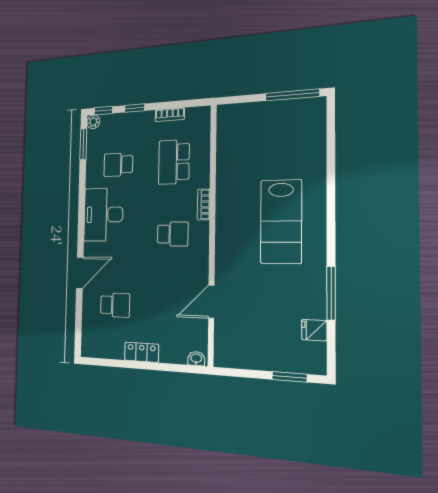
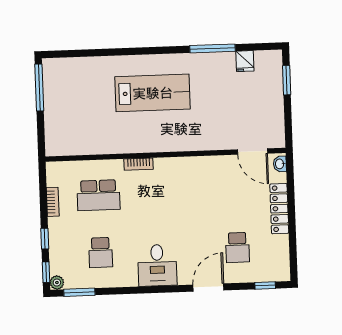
desk: (103, 215) -> (157, 265), width x0.73
school desk: (173, 234) -> (167, 193), removed
door: (80, 273) -> (208, 287), hinge flipped
door: (211, 302) -> (252, 151), moved
school desk: (115, 305) -> (237, 247), turned 180
window: (78, 330) -> (265, 285), added
locker: (142, 352) -> (279, 209), width x1.53

